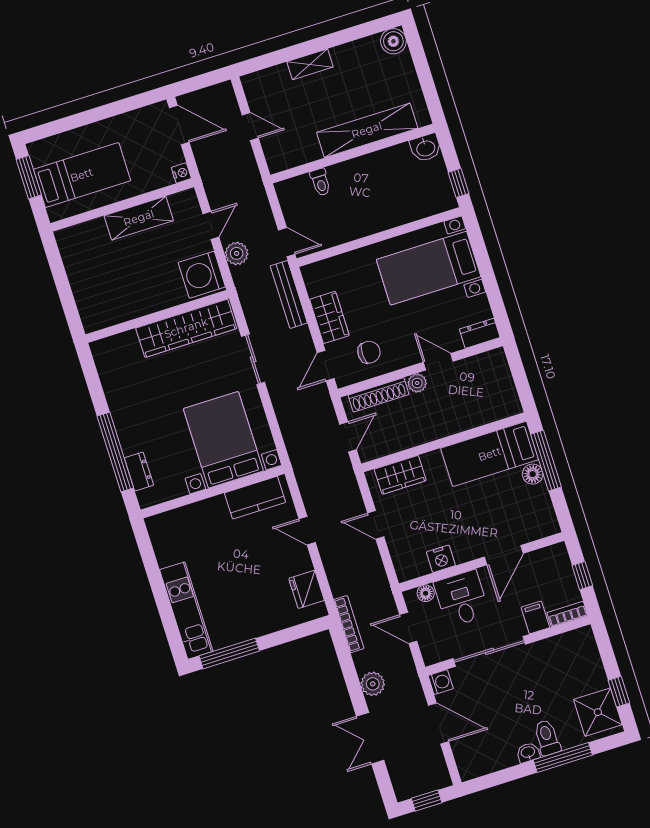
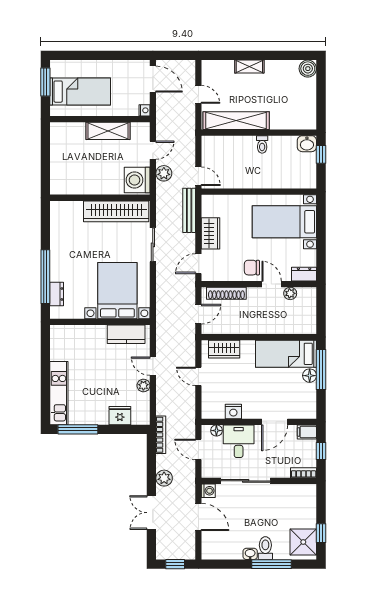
shelving: (367, 130) -> (236, 121), moved
toilet: (320, 182) -> (262, 144), moved
window: (458, 183) -> (321, 154), moved
chair: (369, 352) -> (252, 268), moved, turned 180
plant: (417, 383) -> (290, 293), moved
plant: (302, 562) -> (143, 385), added
fridge: (307, 589) -> (120, 416), moved, turned 90
filing cabinet: (535, 617) -> (307, 432), moved, turned -90

